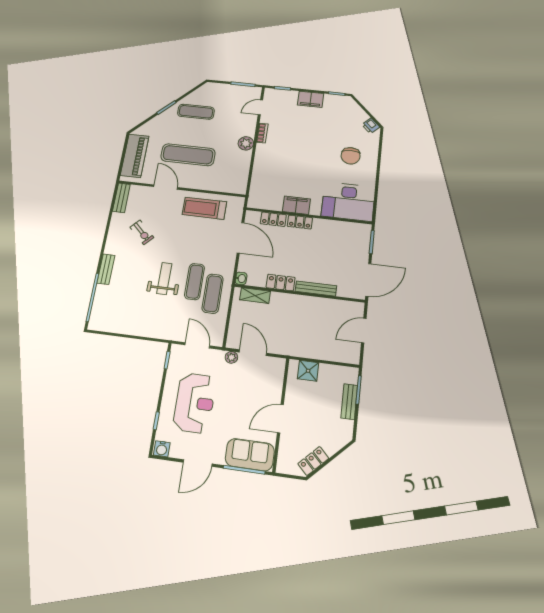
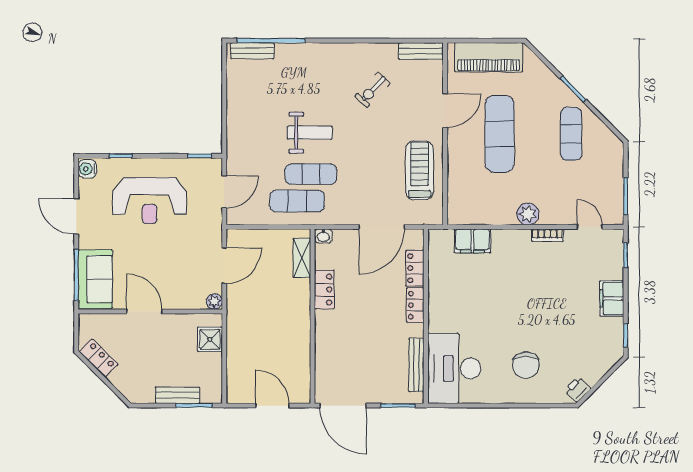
chair: (351, 156) -> (526, 365), turned -90
filing cabinet: (296, 205) -> (472, 241), moved, turned 90
bench: (106, 269) -> (252, 51), moved
bench: (316, 288) -> (416, 365), moved
plant: (231, 357) -> (214, 302), moved

